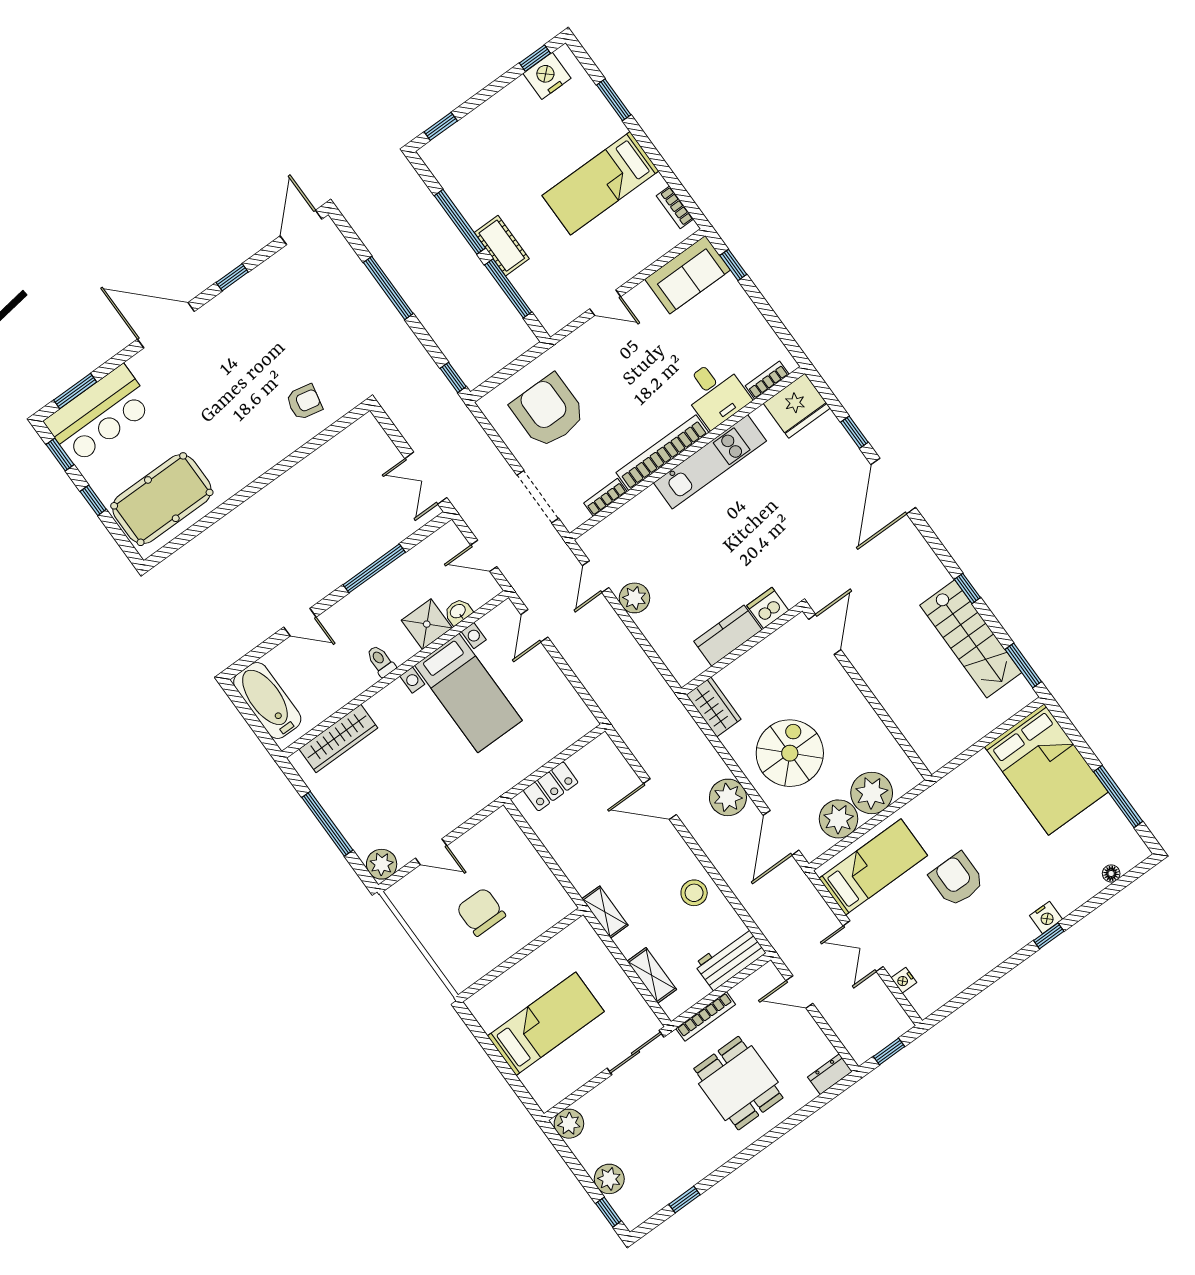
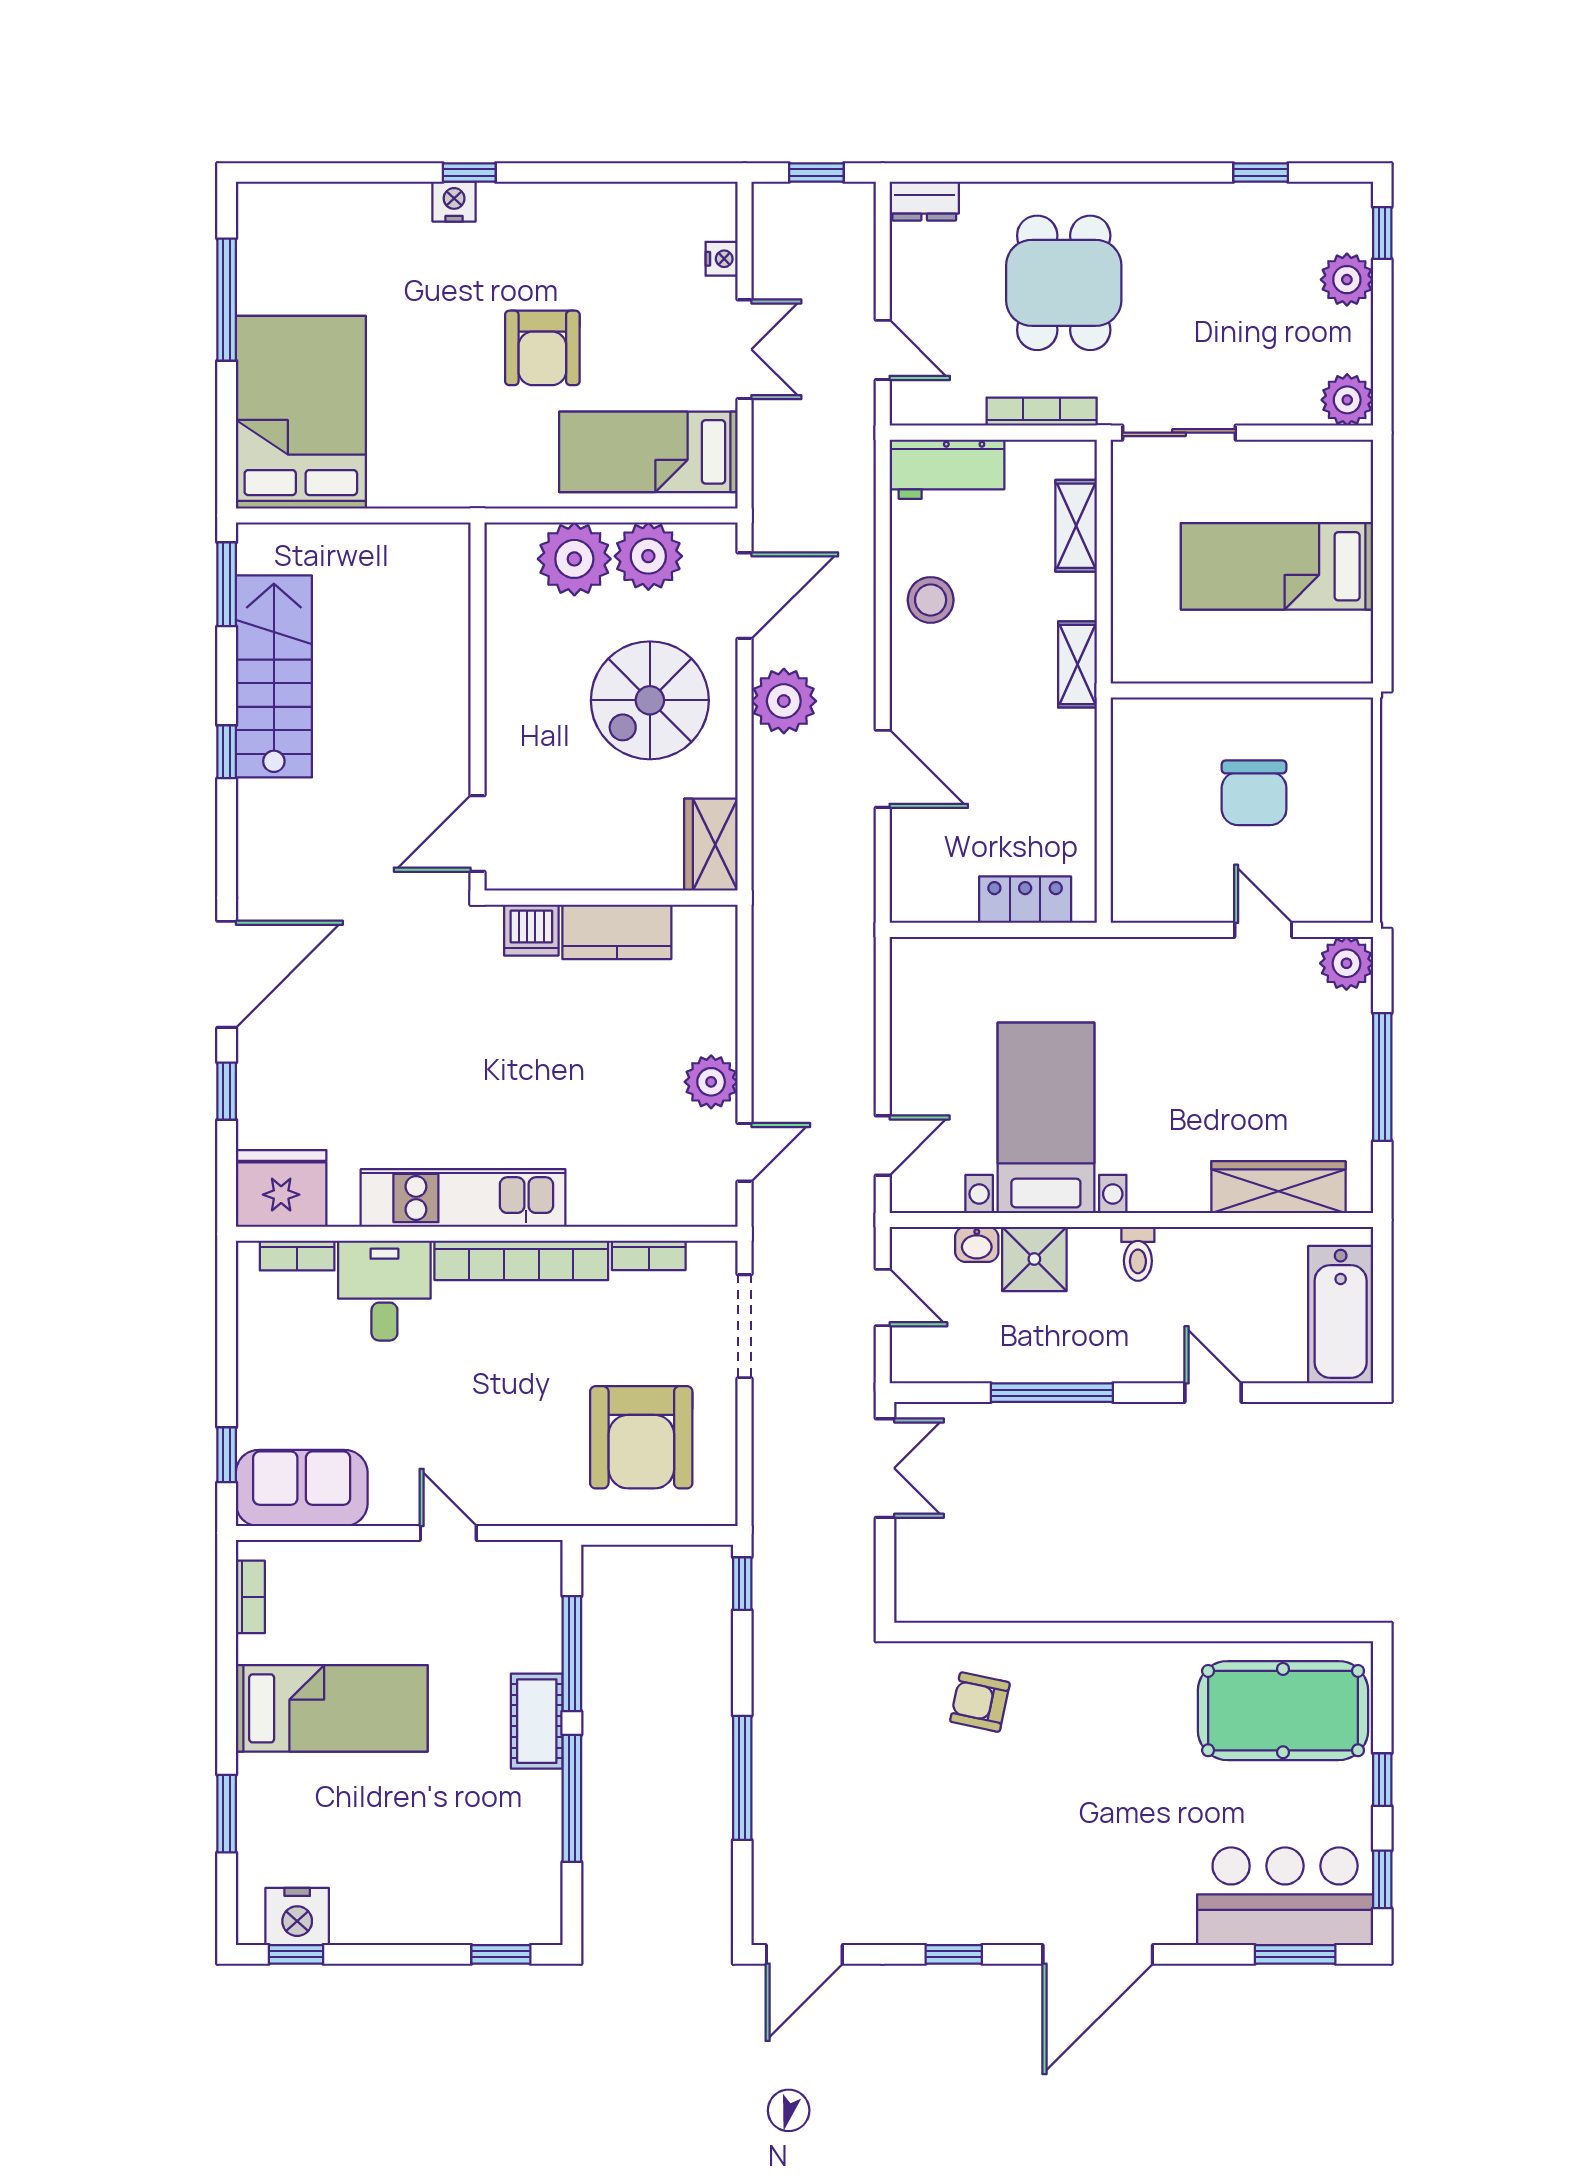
door: (166, 325) -> (1098, 1954), hinge flipped
floor lamp: (1111, 873) -> (316, 197), removed

